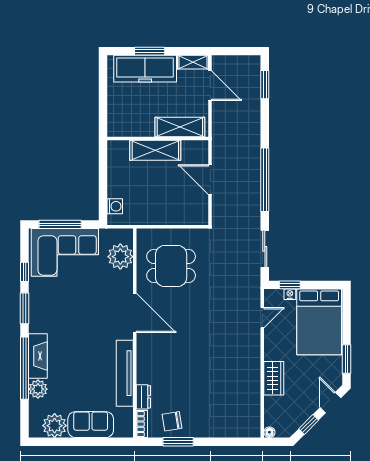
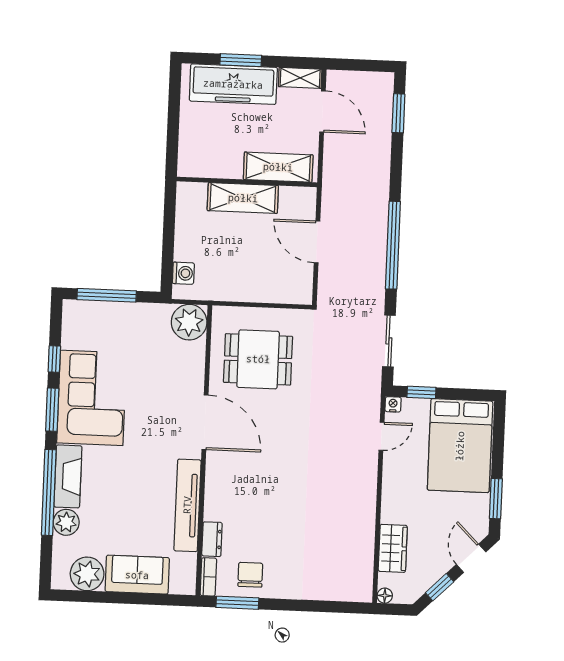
corner sofa: (65, 252) -> (92, 398), moved, turned -90
plant: (120, 257) -> (189, 322), moved
nightstand: (290, 294) -> (393, 404), moved
wardrobe: (274, 378) -> (393, 548), moved
chair: (172, 421) -> (250, 575), turned 99
window: (178, 442) -> (237, 603), moved

